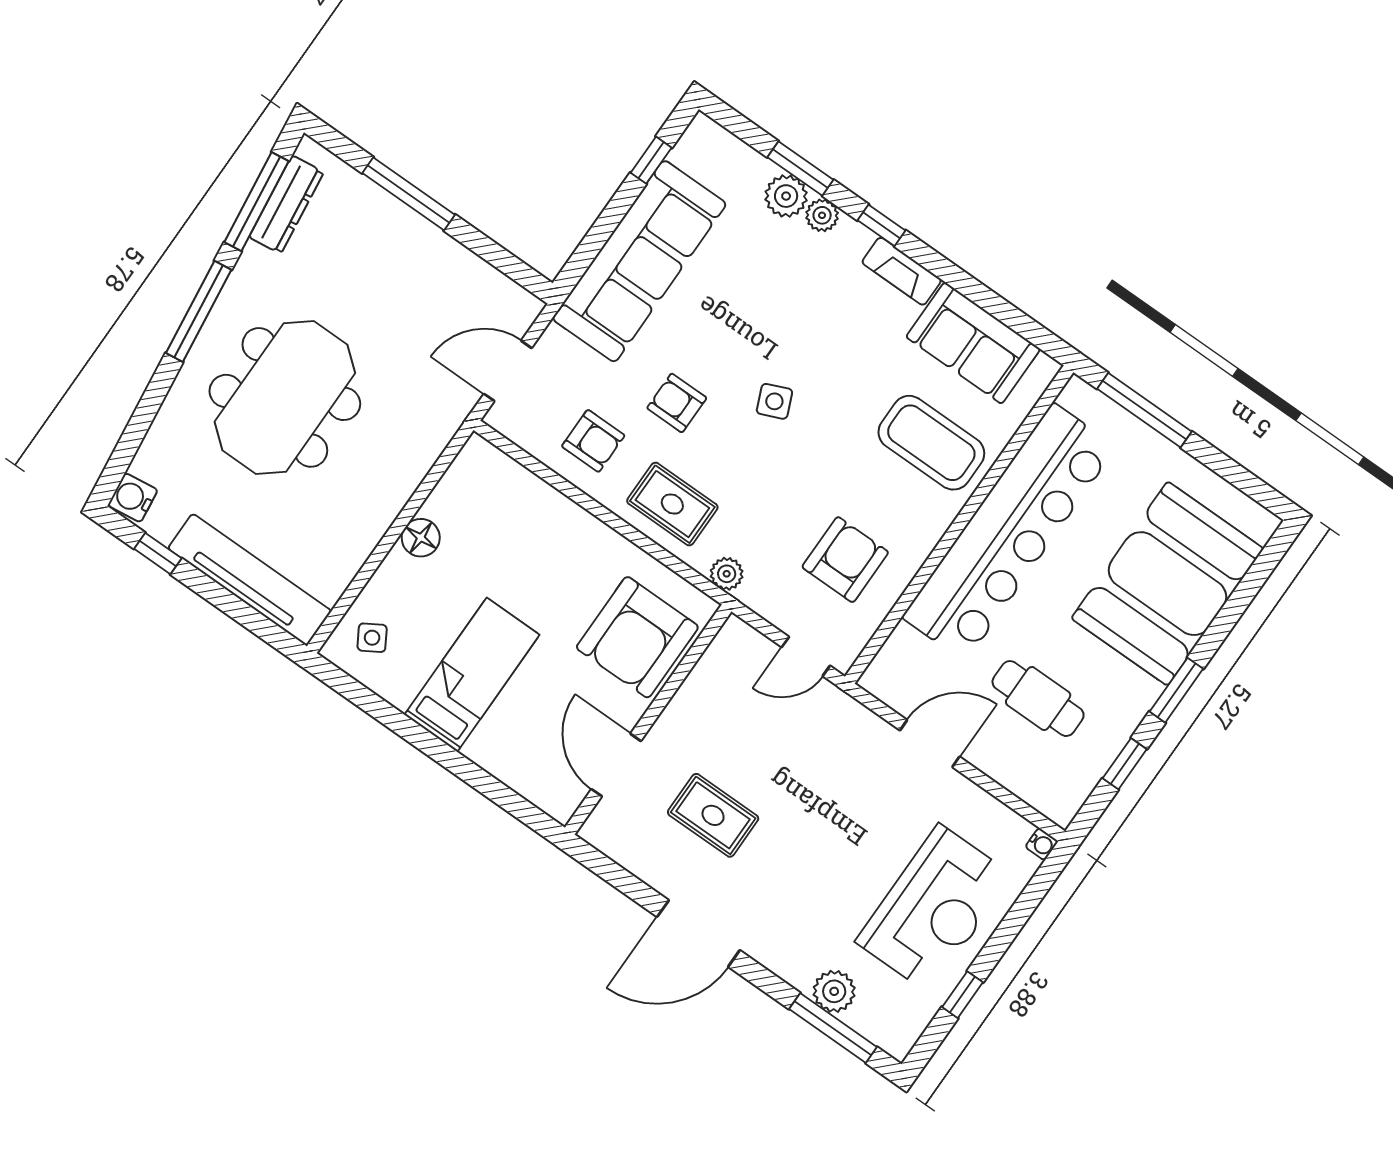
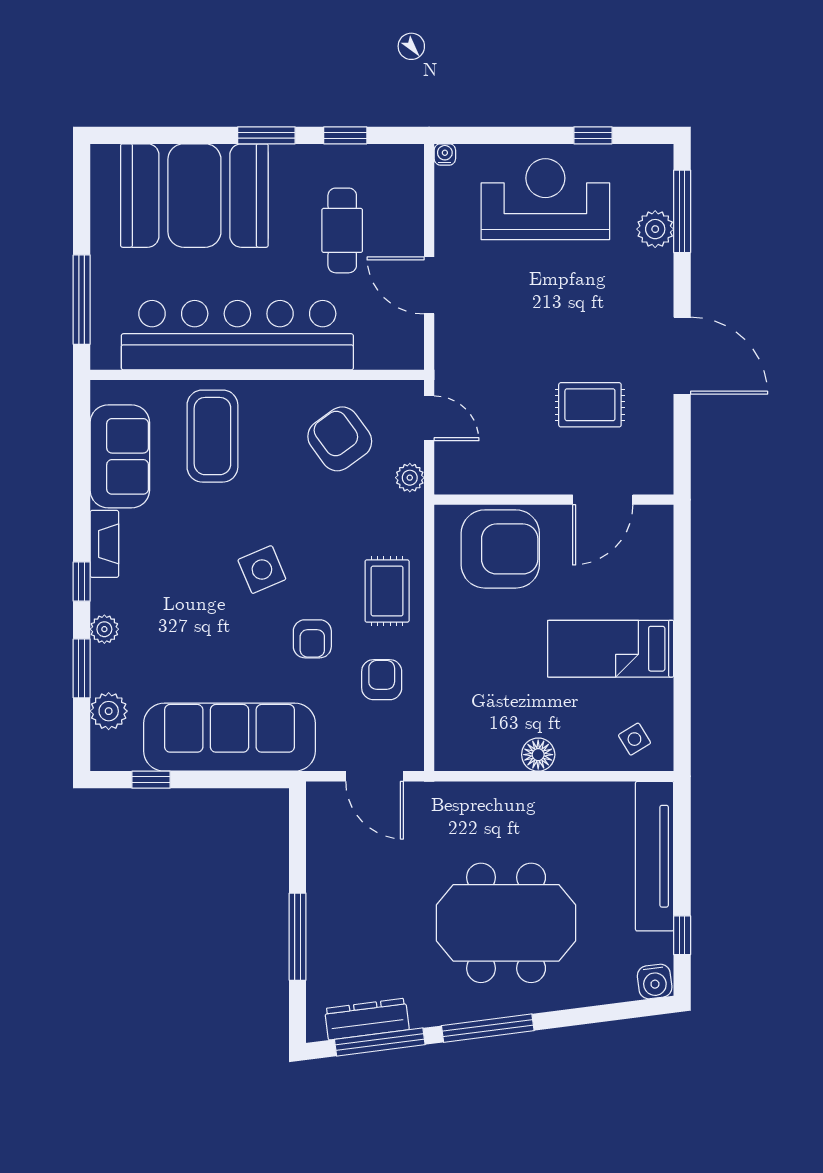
plant: (786, 196) -> (109, 711), moved
side table: (774, 401) -> (262, 570), width x1.37, depth x1.37
armchair: (845, 560) -> (340, 439), turned 54
plant: (727, 574) -> (410, 478), moved
rug: (713, 815) -> (590, 405), turned 90

